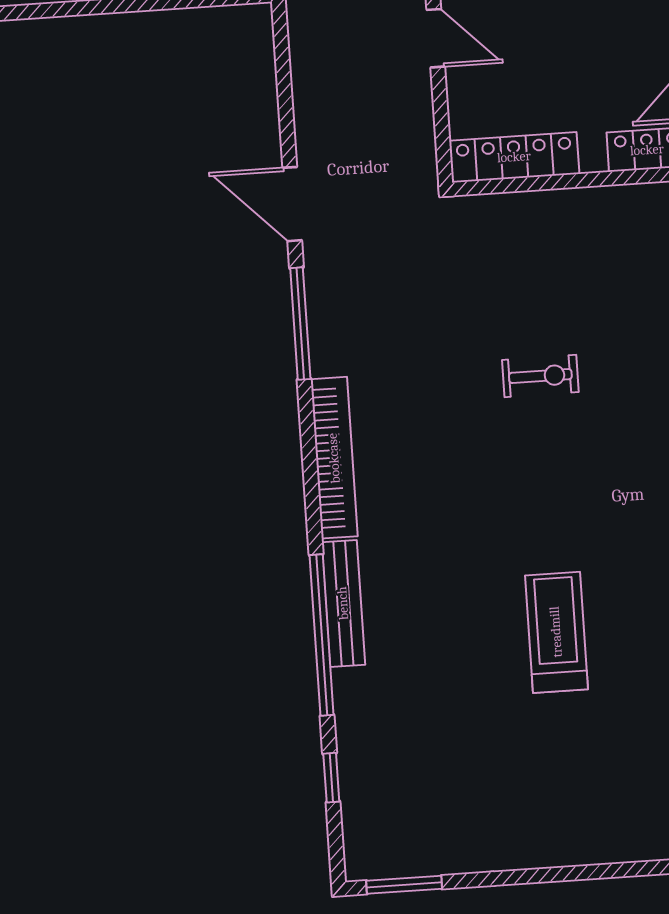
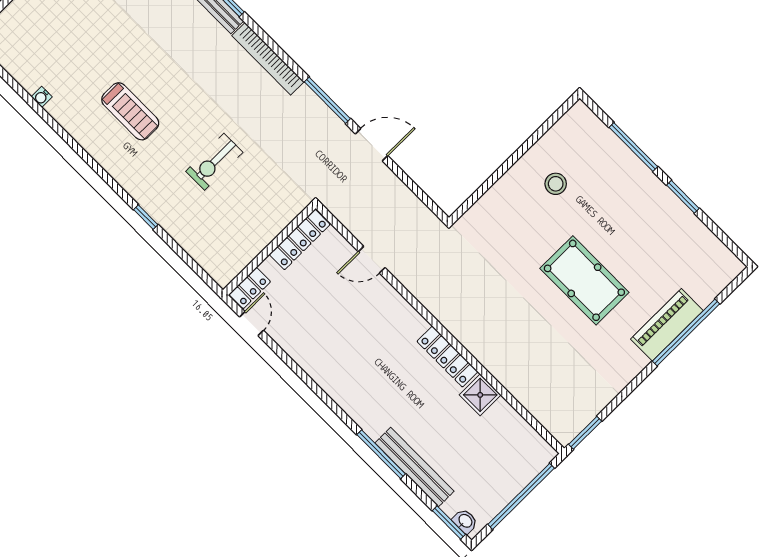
exercise bike: (540, 376) -> (214, 162), width x1.38, depth x1.39
treadmill: (556, 632) -> (130, 111), moved

